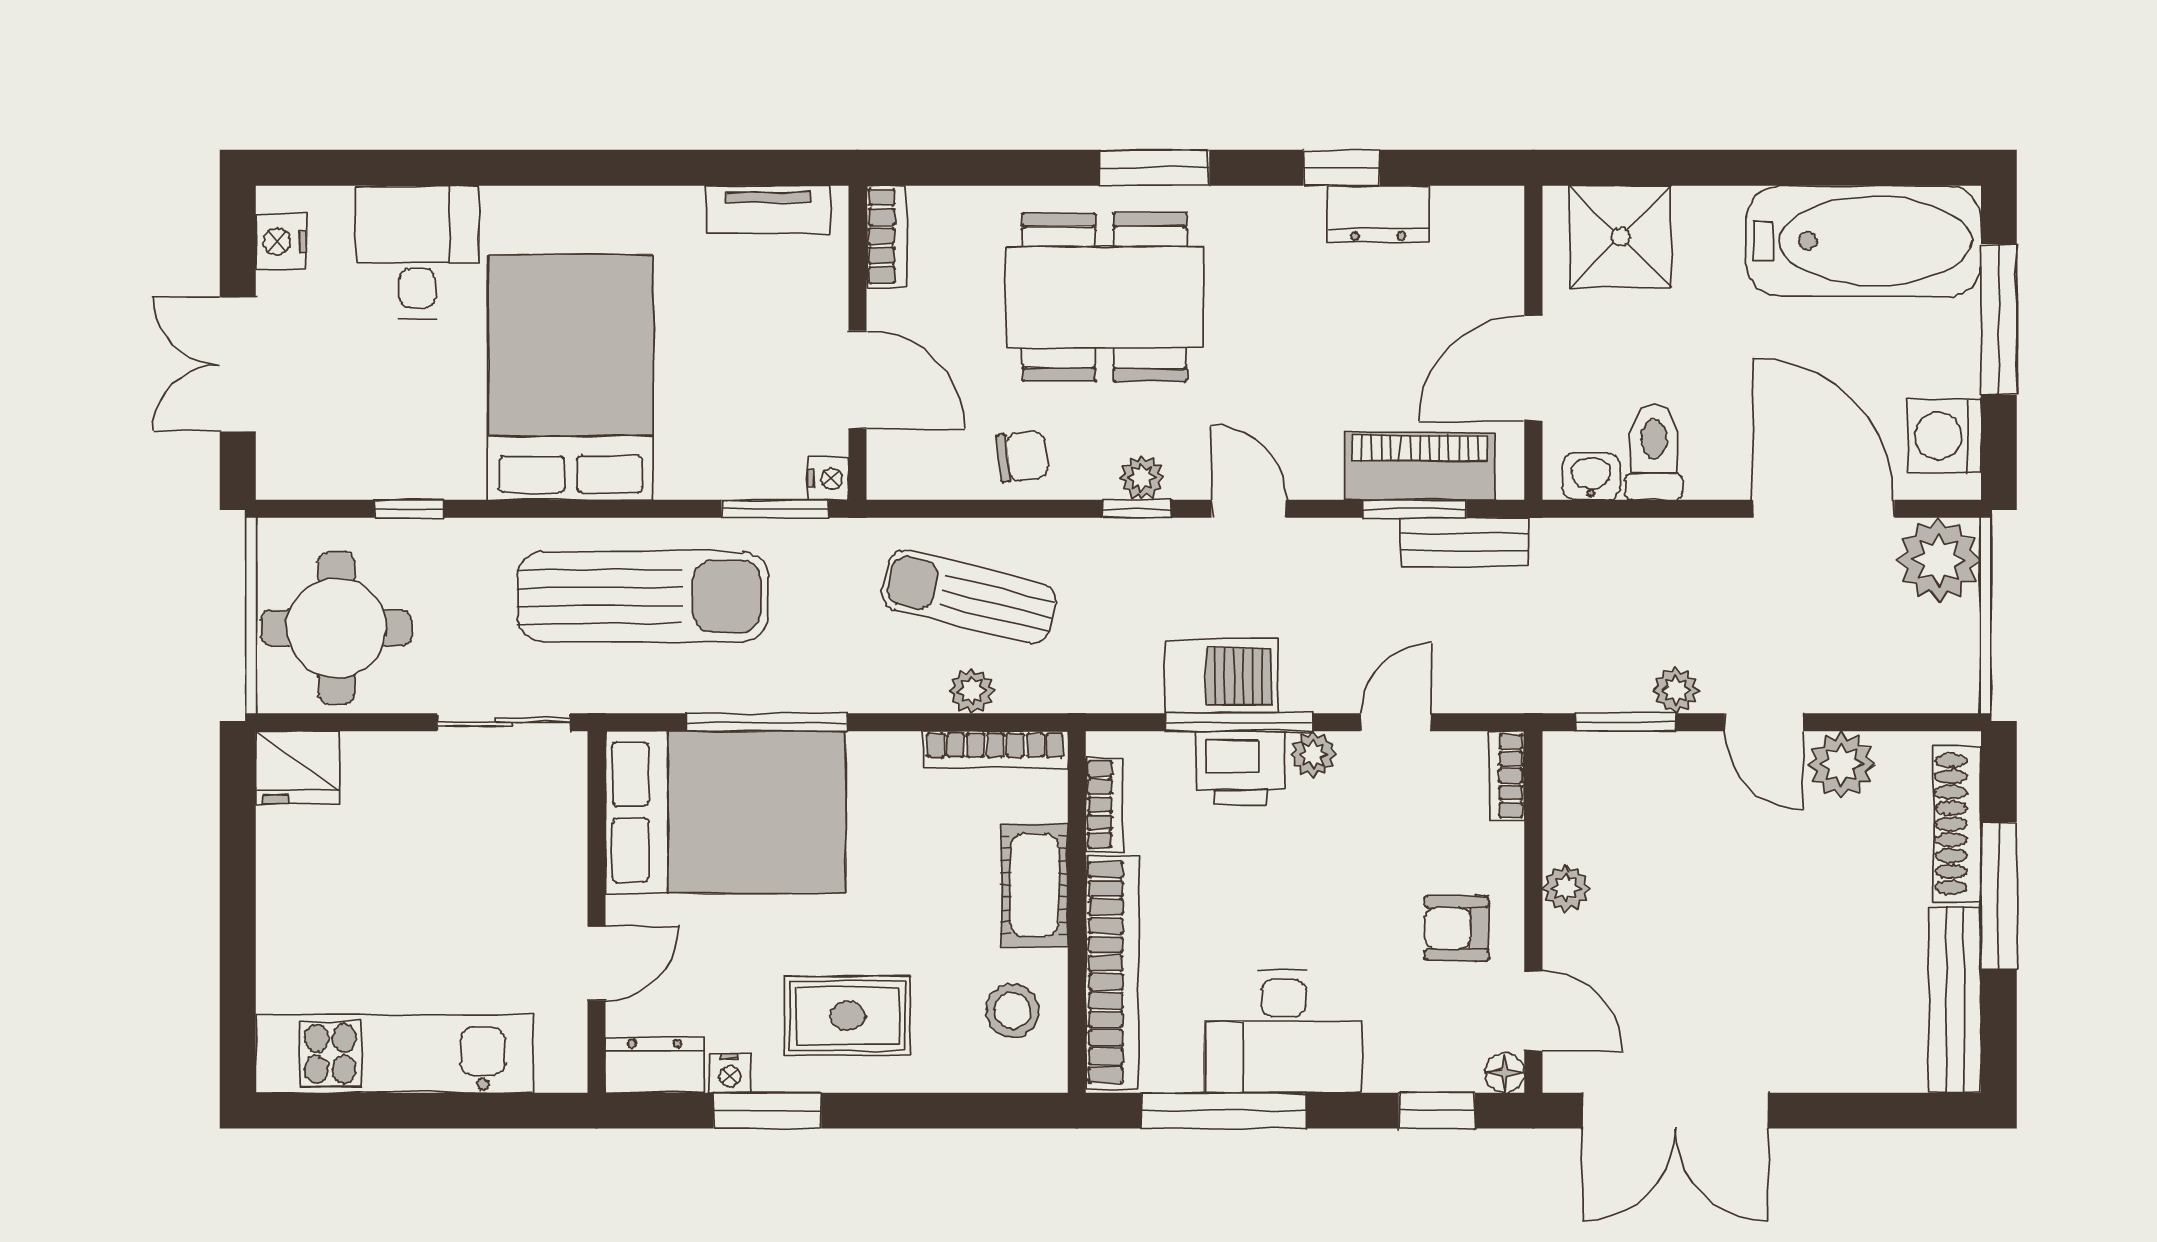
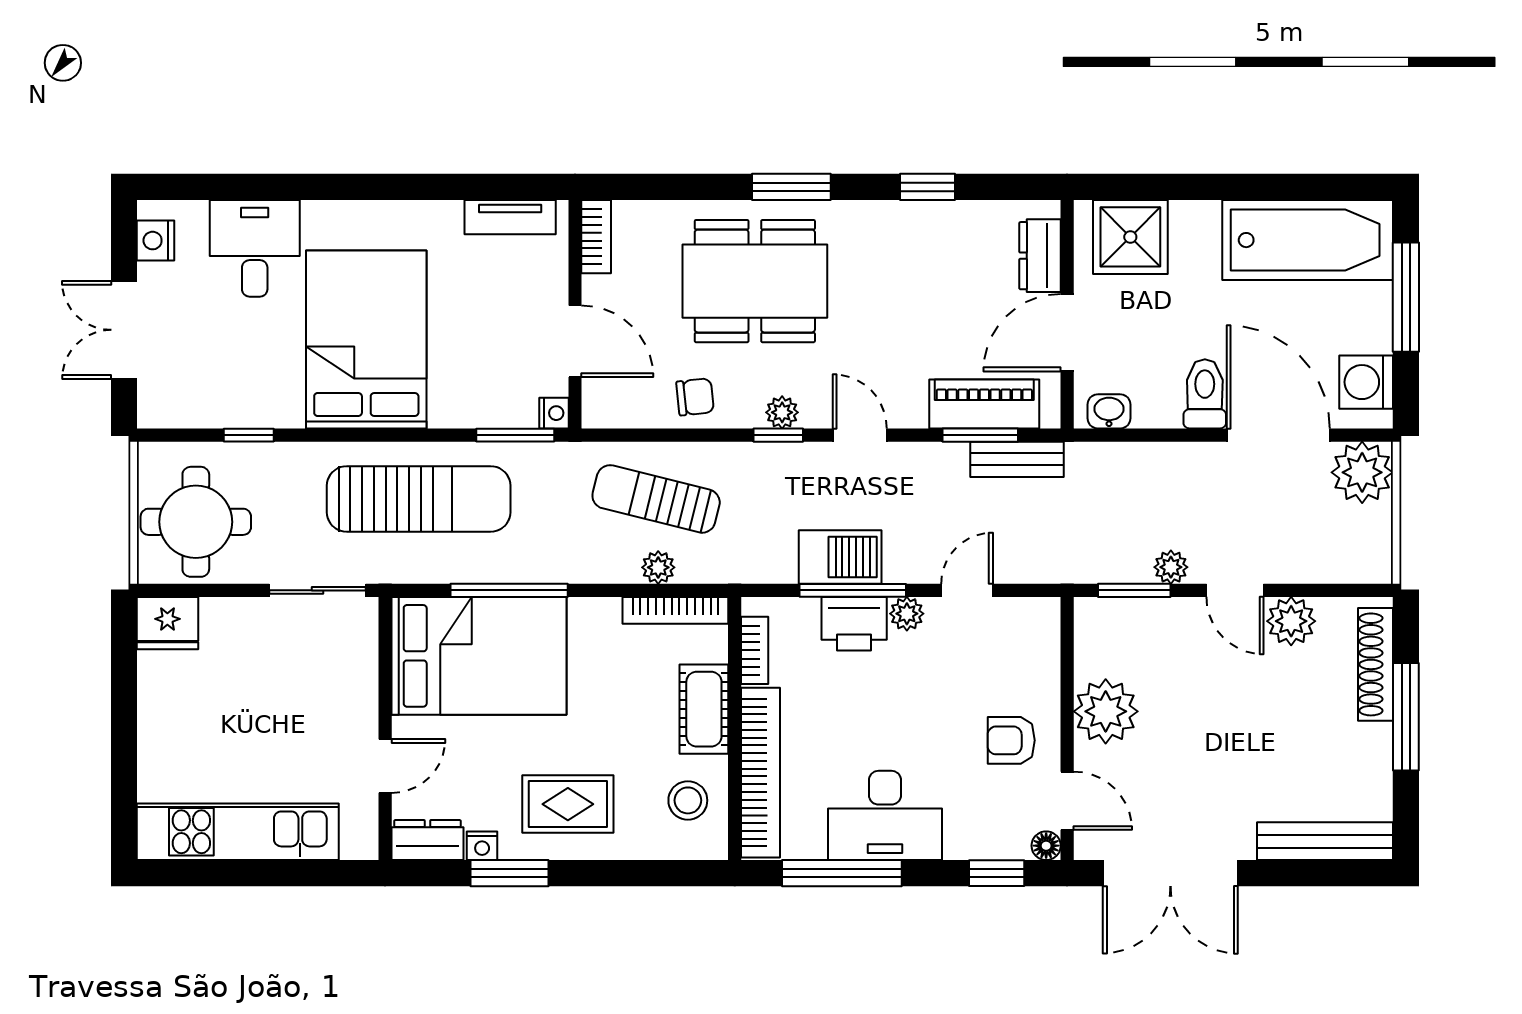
dresser: (1378, 214) -> (1040, 256), moved, turned 90
toilet: (1654, 452) -> (1205, 394), moved
bookcase: (1507, 776) -> (1048, 629), removed
plant: (1566, 888) -> (1106, 711), width x1.88, depth x1.88
bench: (1955, 1000) -> (1325, 841), moved, turned 90

